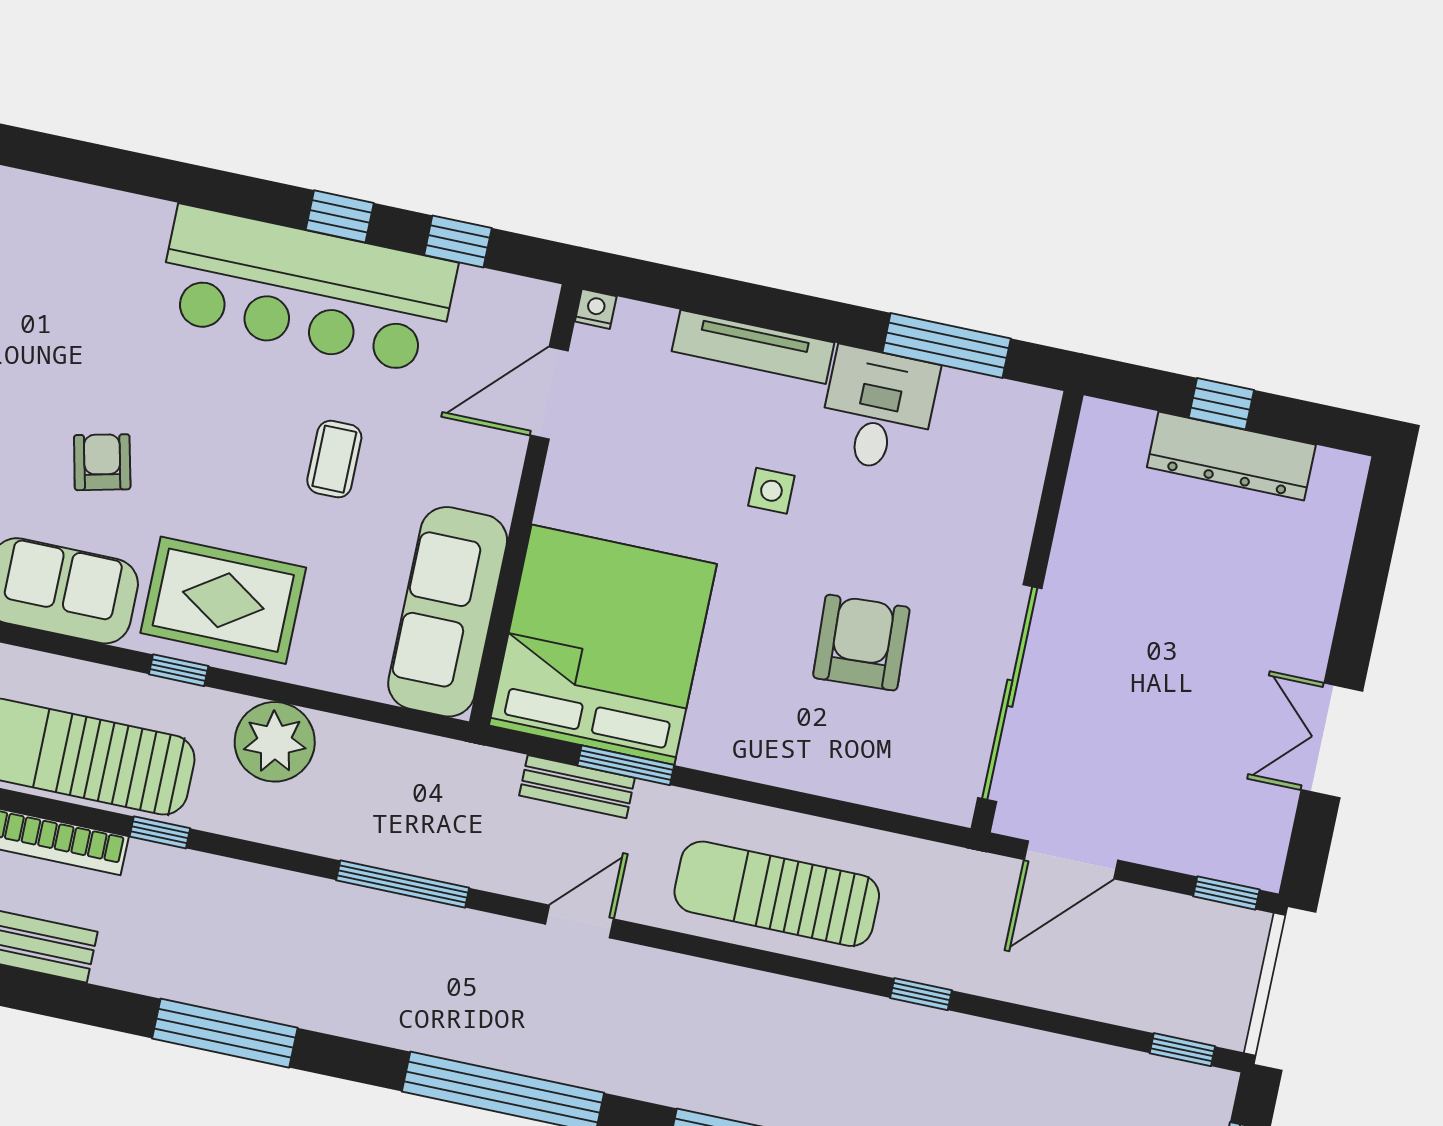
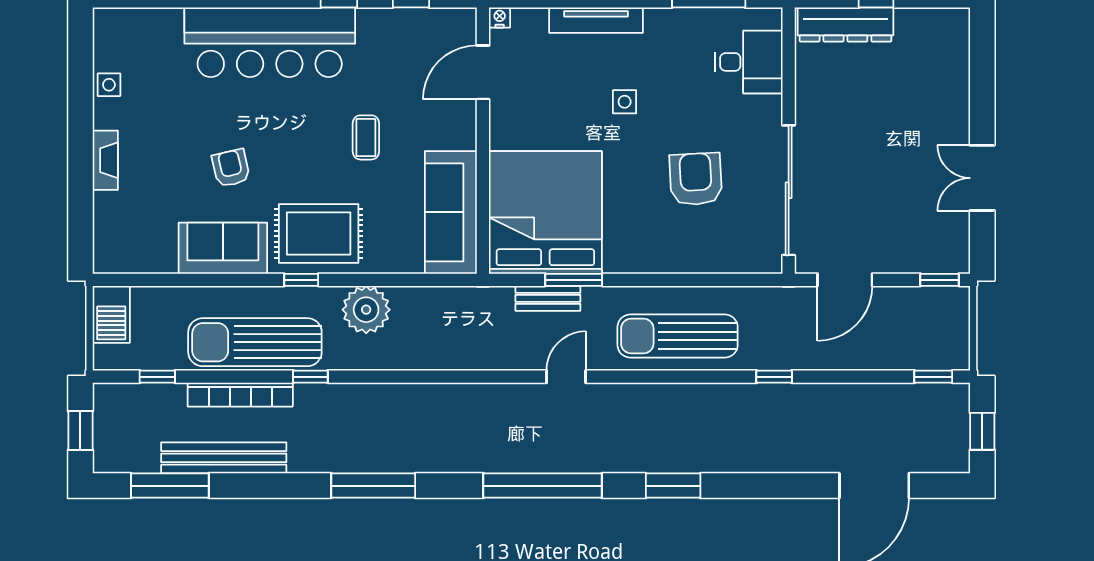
bar counter: (307, 290) -> (270, 42), moved
desk: (878, 410) -> (749, 62), moved, turned 90
dresser: (1231, 456) -> (845, 25), moved
window: (403, 884) -> (458, 377), removed

